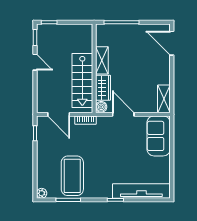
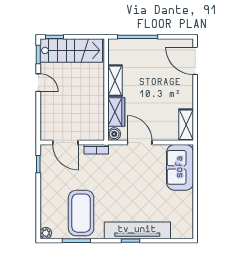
stairs: (82, 81) -> (71, 50), moved, turned -90
tv unit: (141, 191) -> (137, 230), moved

